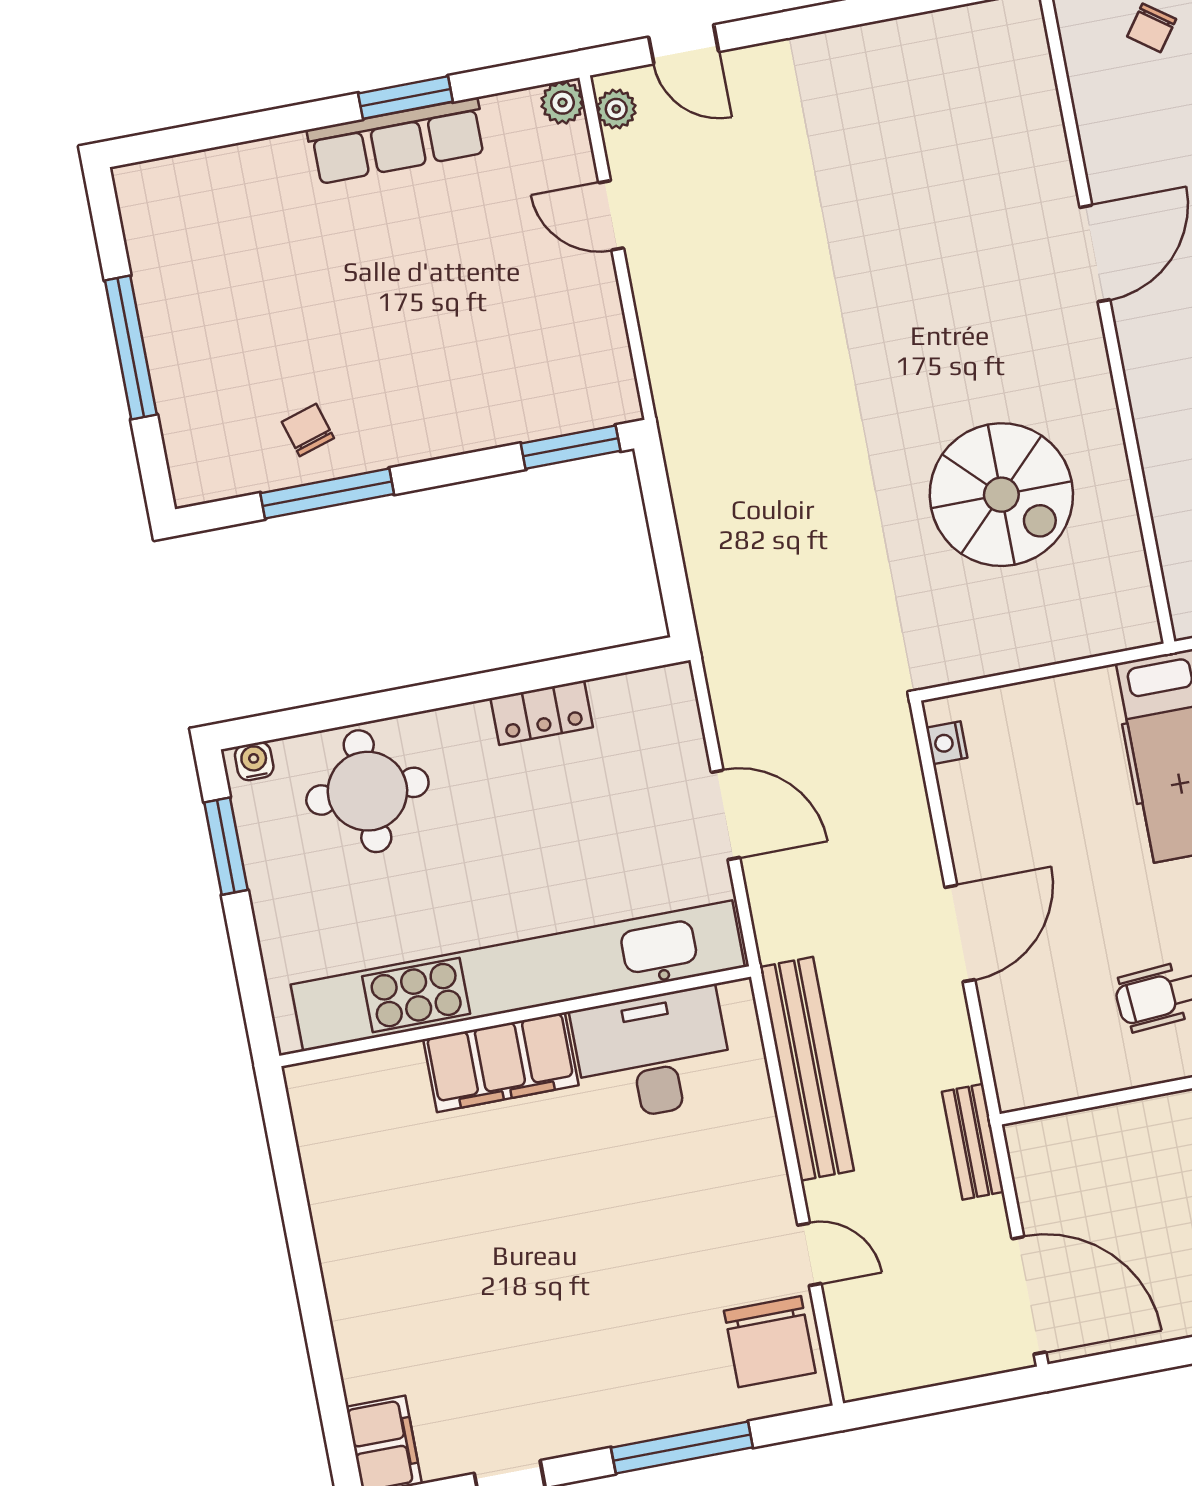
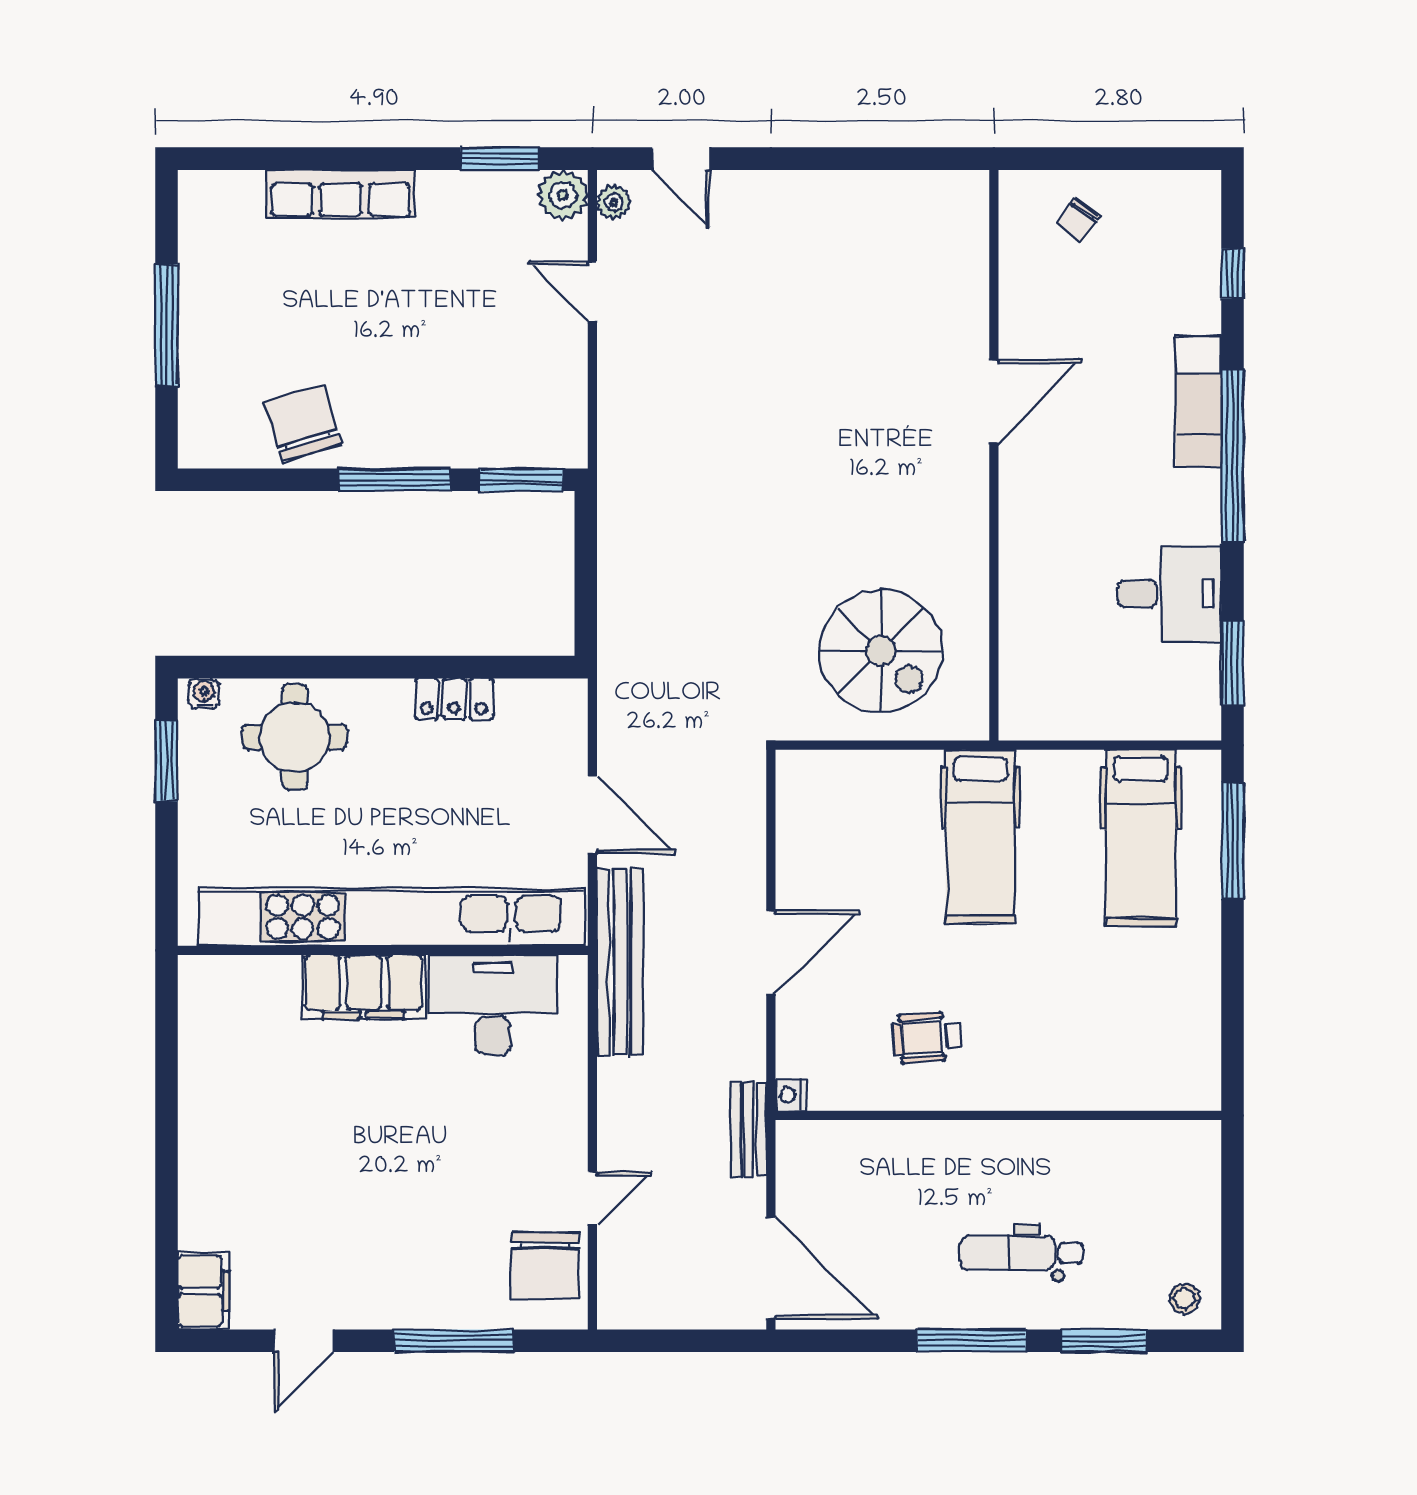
window: (405, 97) -> (500, 159), moved
plant: (562, 103) -> (563, 195), width x1.38, depth x1.38
row of seats: (397, 141) -> (341, 194), moved
chair: (308, 430) -> (302, 423), width x1.87, depth x1.87
window: (327, 494) -> (394, 480), moved
spiral stairs: (1001, 495) -> (881, 651), moved
nightstand: (947, 743) -> (790, 1095), moved
bench: (807, 1069) -> (620, 962), moved
door: (809, 1254) -> (592, 1198), hinge flipped

